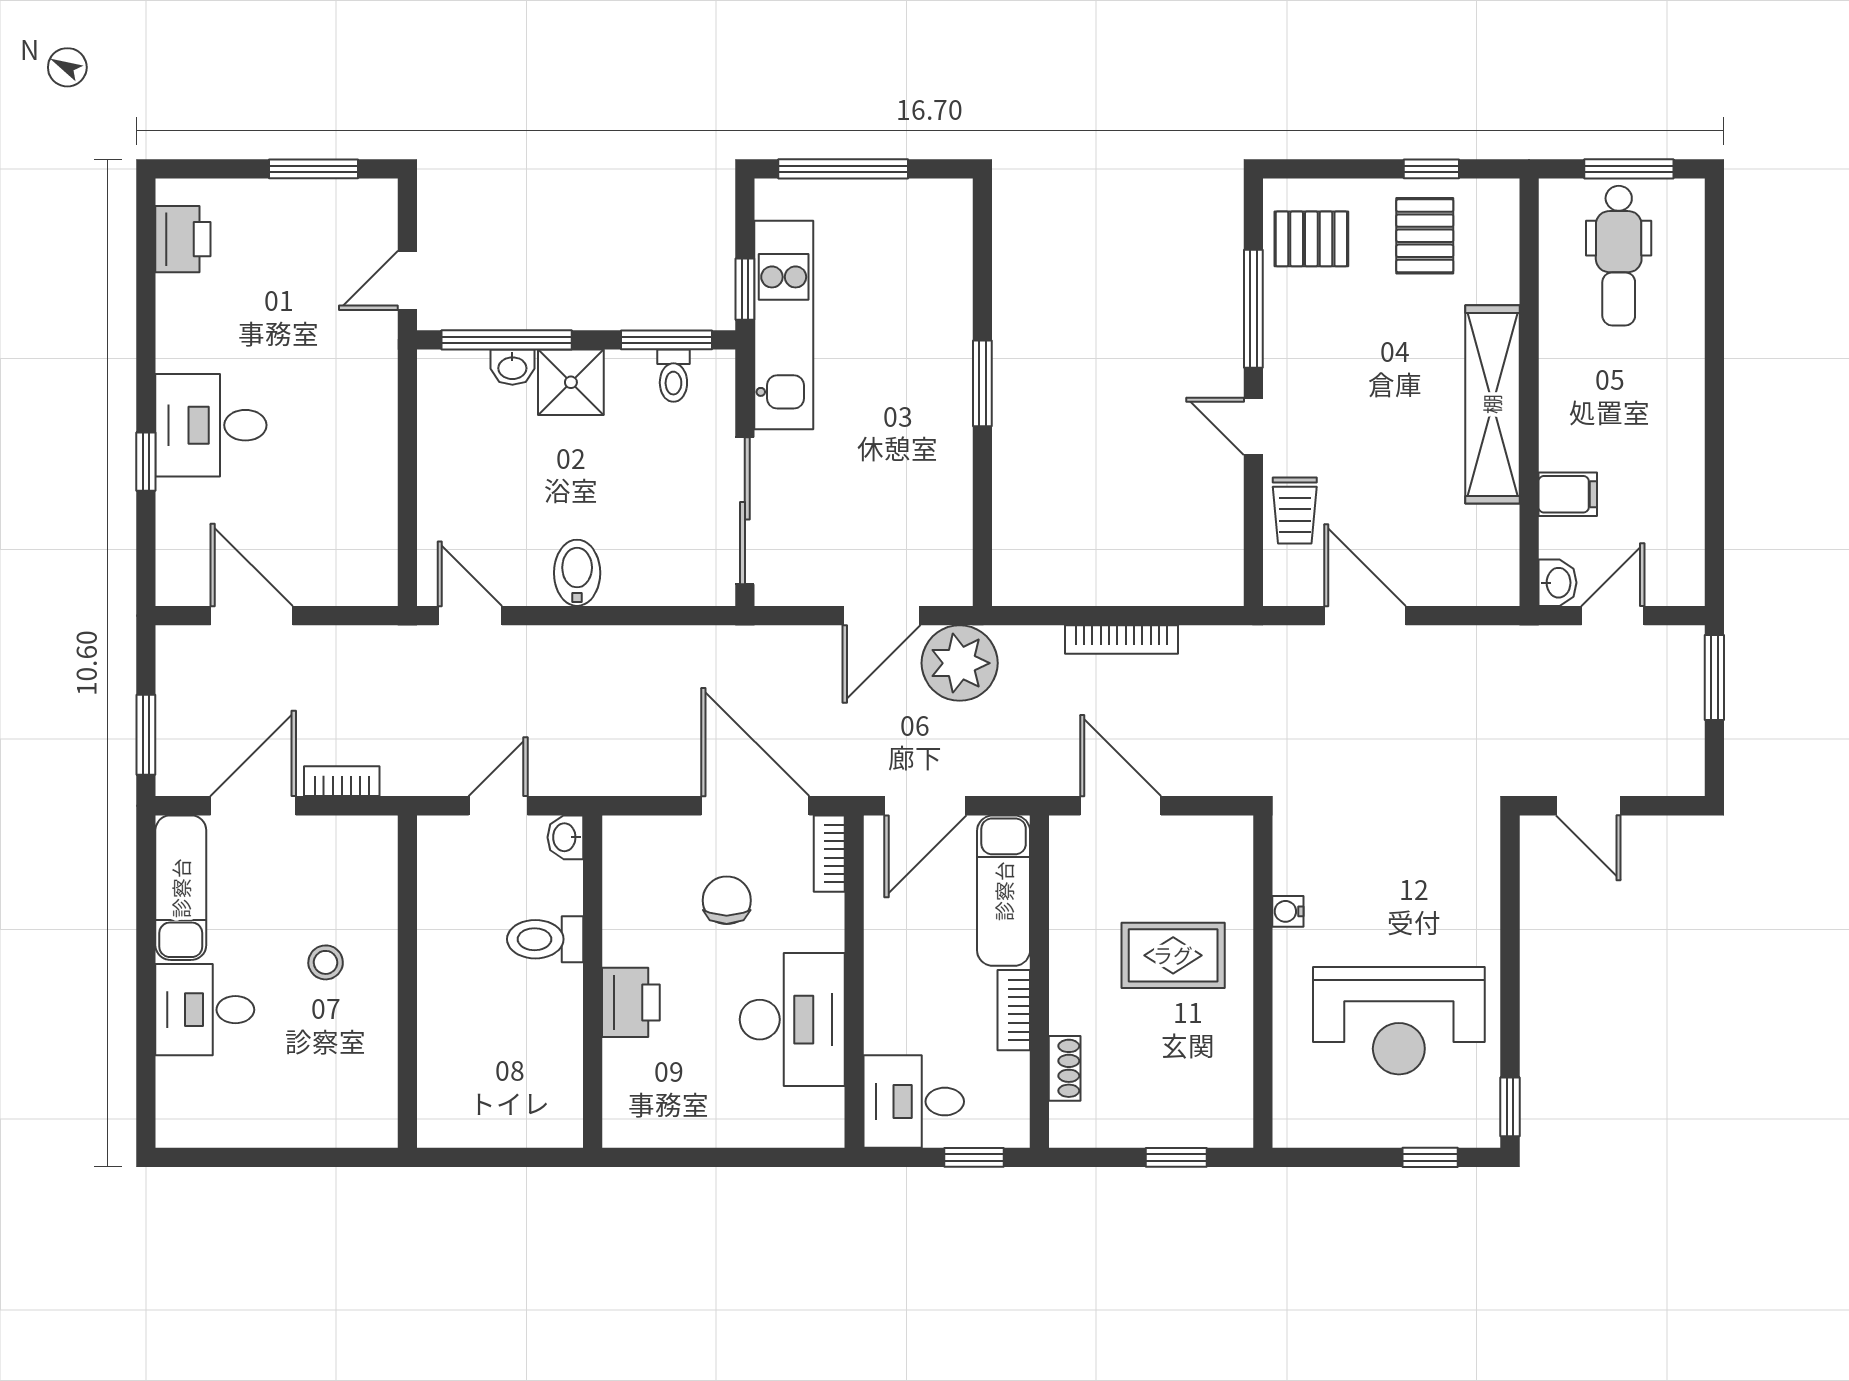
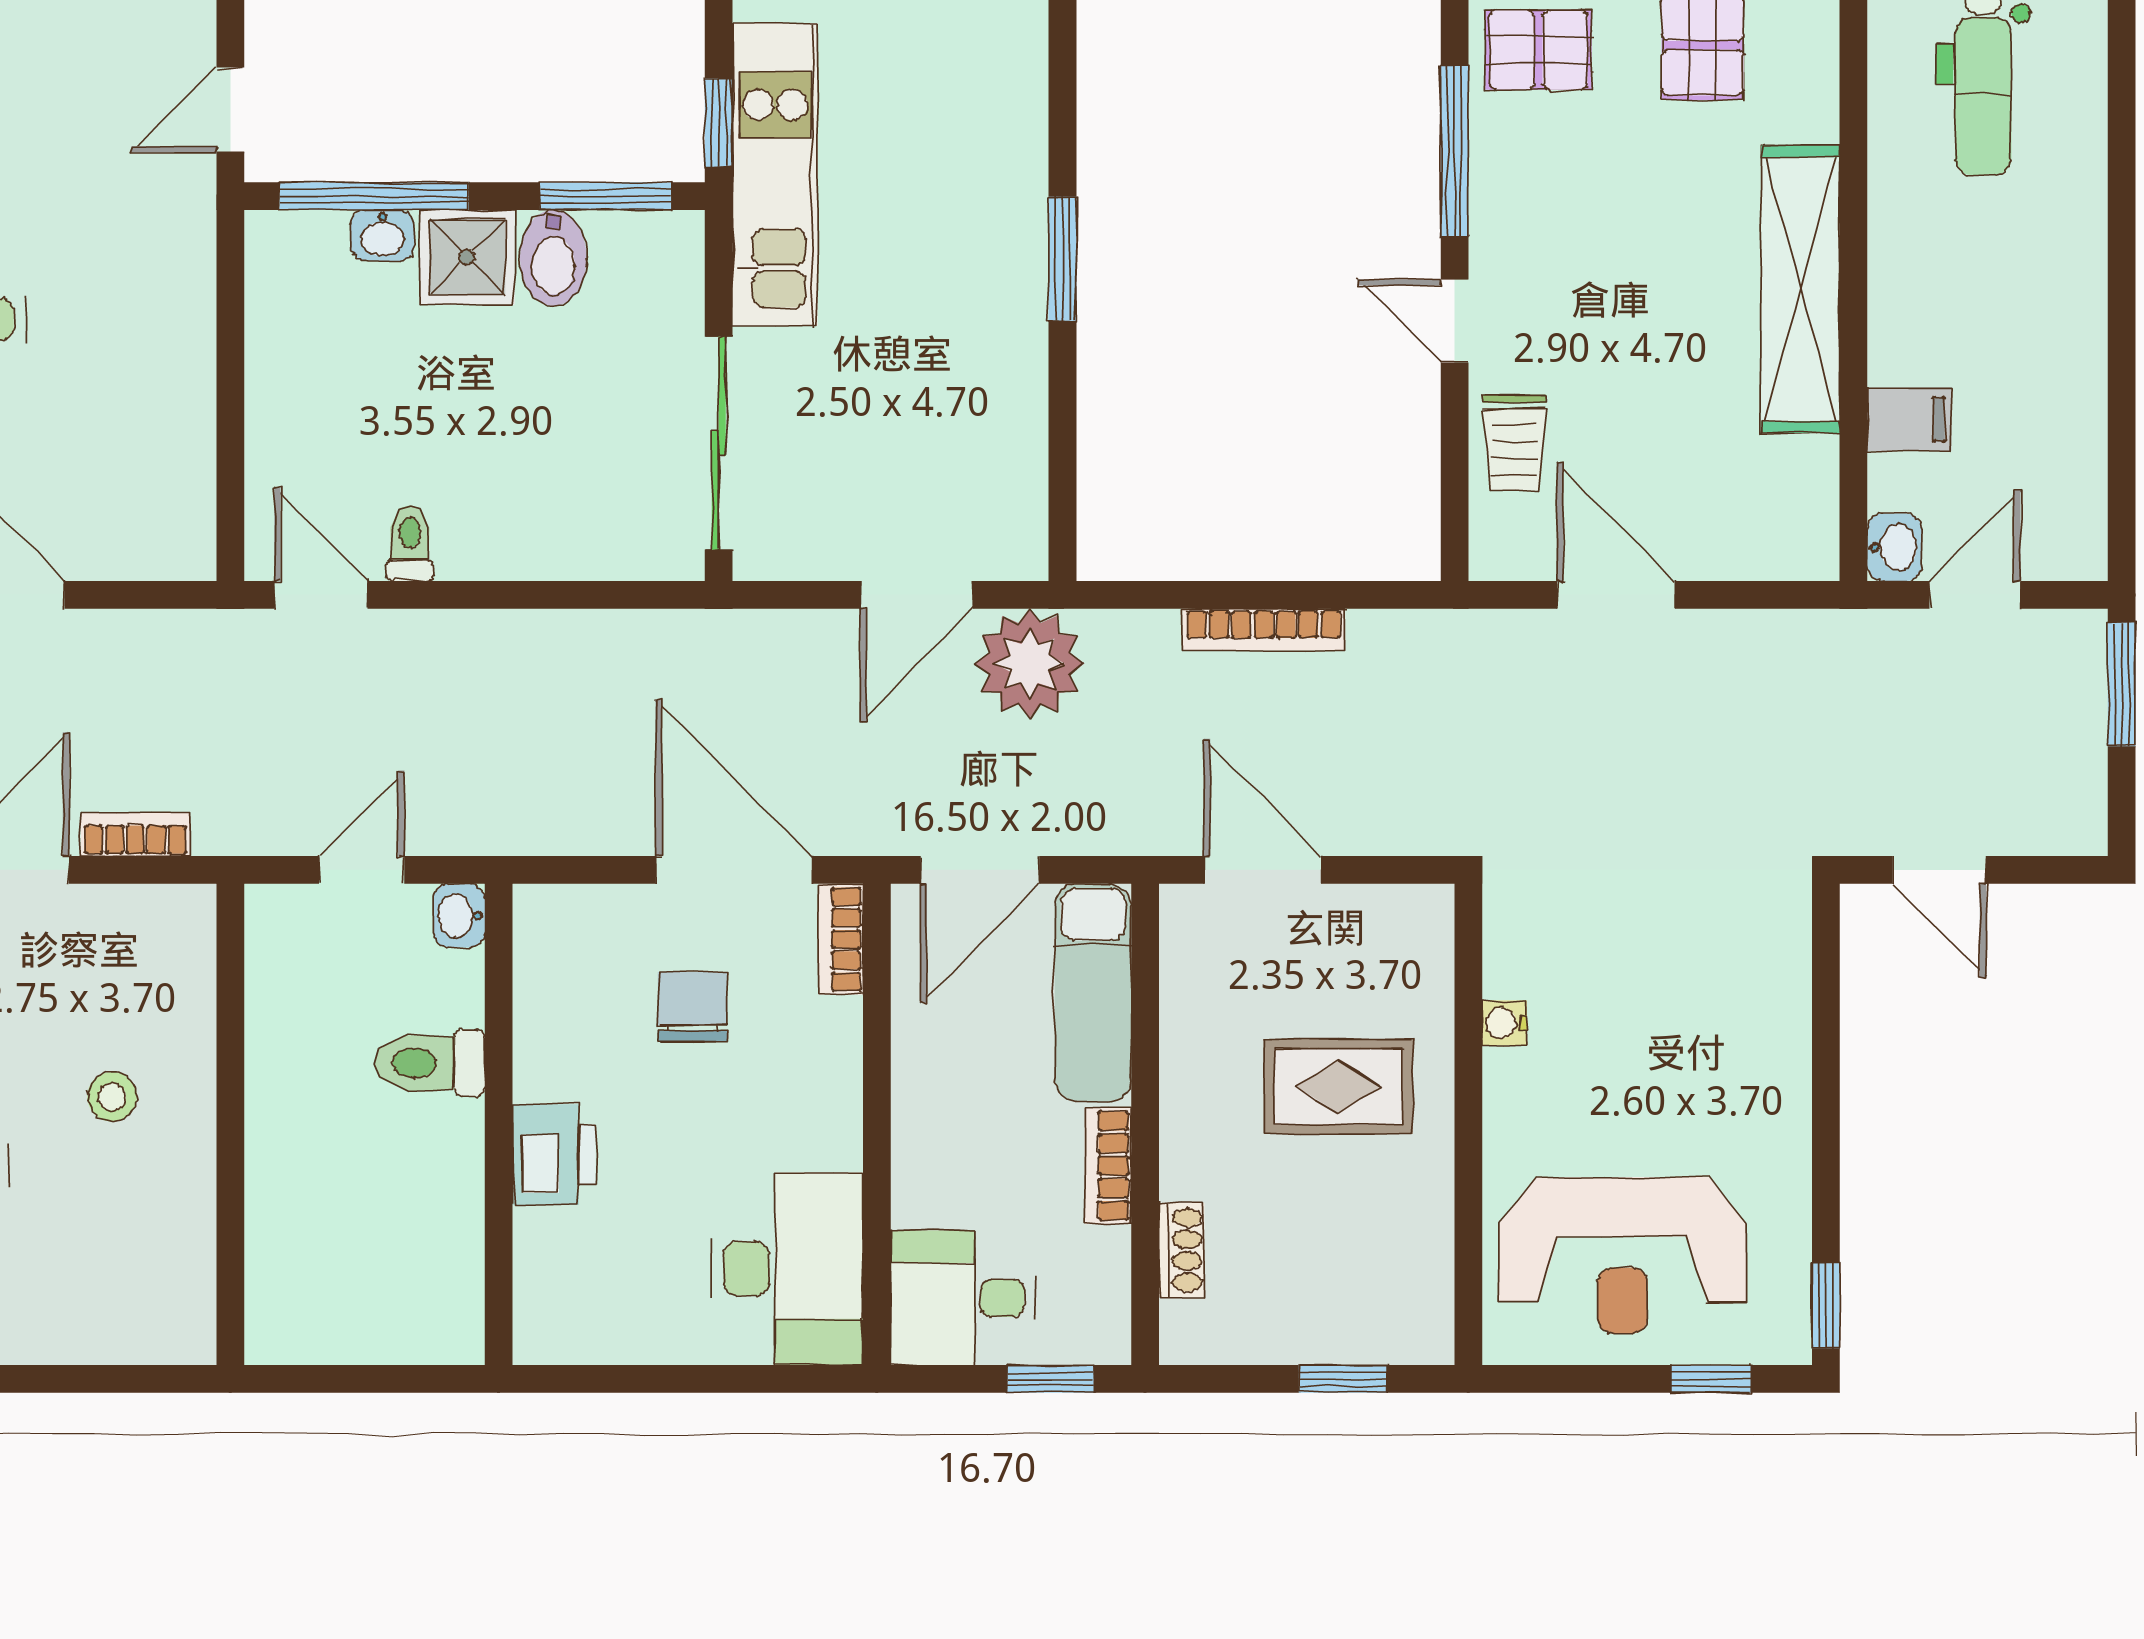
toilet: (673, 376) -> (410, 543), moved, turned 180
bidet: (577, 573) -> (553, 258), moved, turned 180
desk: (792, 1020) -> (787, 1269), moved
reception desk: (1399, 1021) -> (1623, 1255), moved

